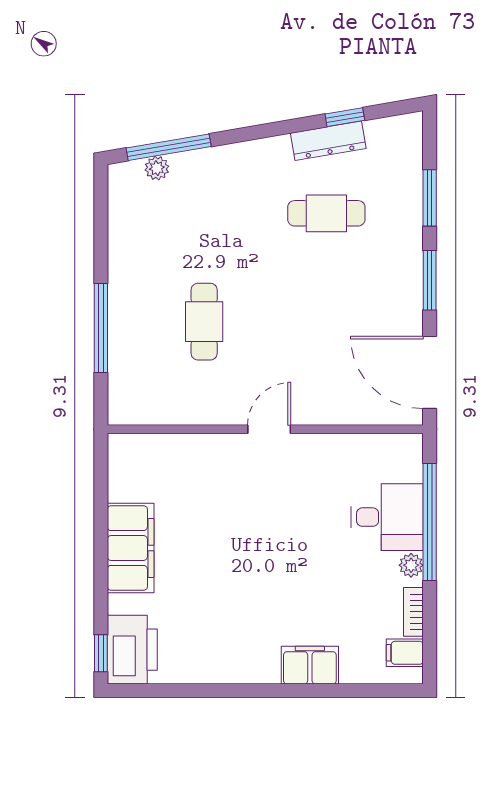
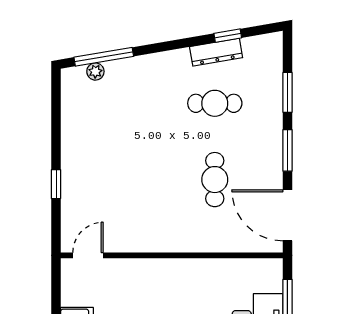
cafe table: (204, 322) -> (215, 180), moved
window: (101, 328) -> (56, 184), width x0.46
door: (269, 429) -> (88, 255), moved

